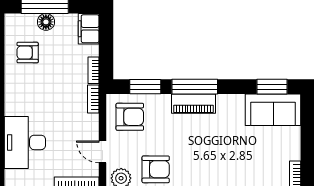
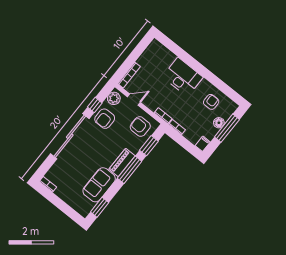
filing cabinet: (89, 29) -> (203, 144), width x0.50
sofa: (273, 110) -> (99, 185), moved
armchair: (130, 117) -> (140, 127), turned 90
desk: (25, 142) -> (183, 77), moved

